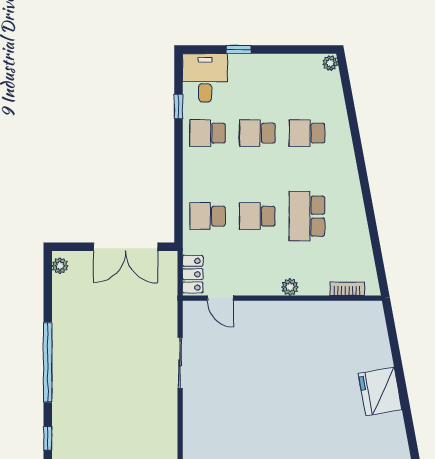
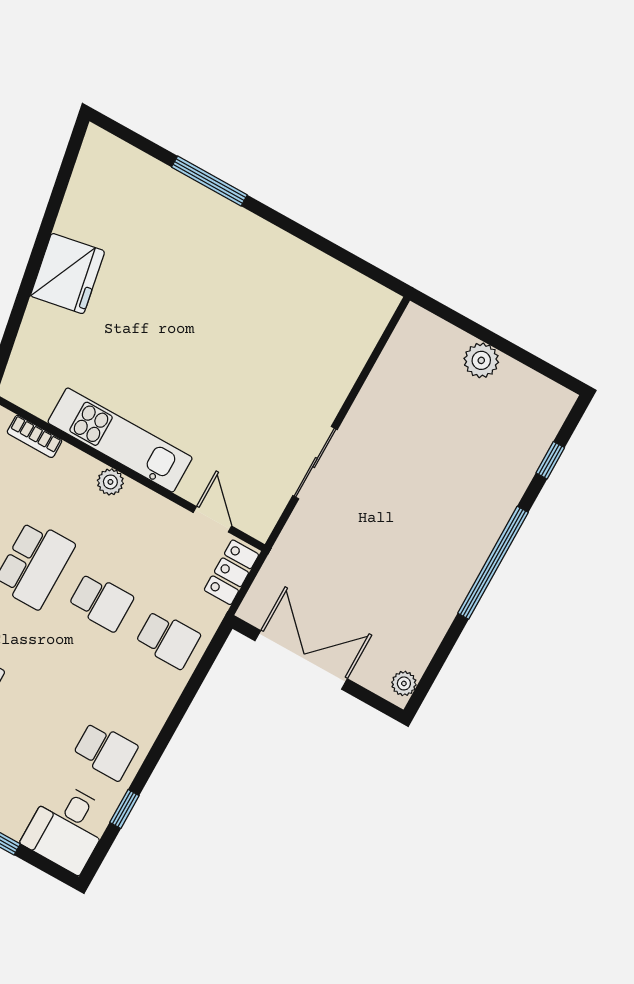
school desk: (257, 133) -> (39, 714), removed
kitchen unit: (298, 314) -> (120, 440), added

